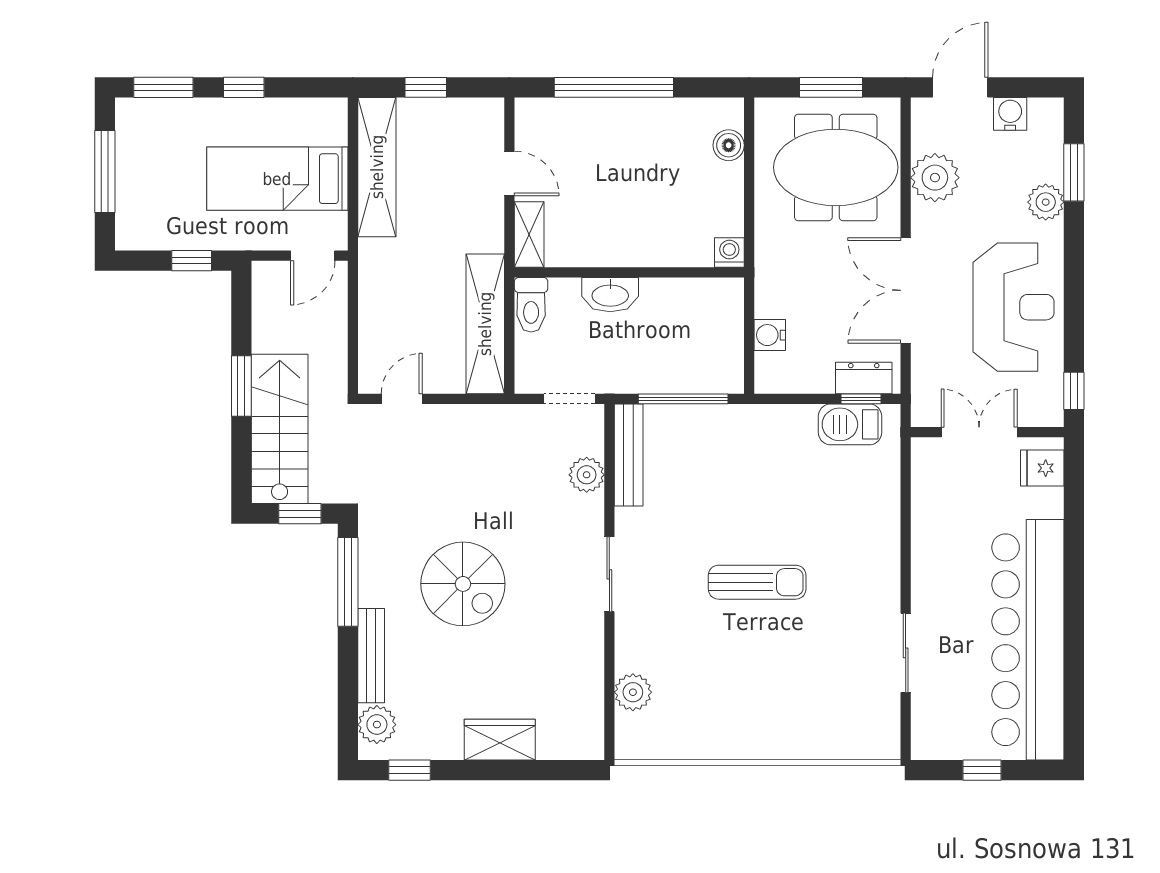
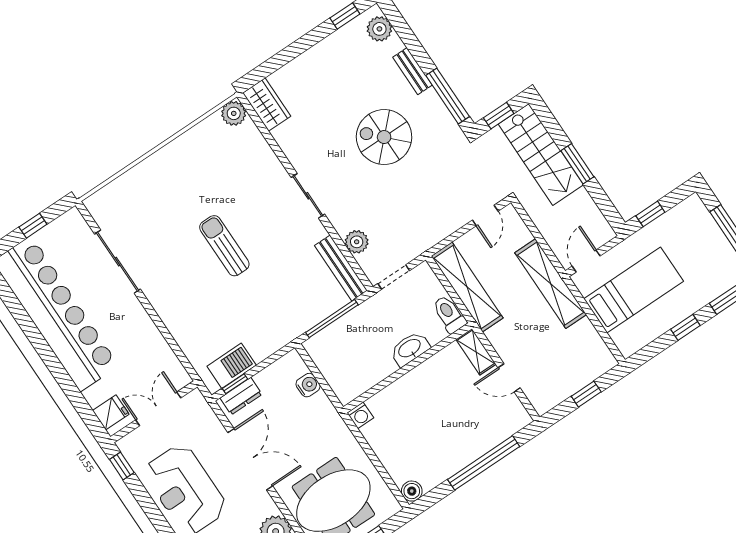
boiler: (729, 145) -> (412, 491), moved
shelving: (377, 167) -> (551, 284), moved
double door: (979, 432) -> (158, 409), swing flipped
sun lounger: (757, 582) -> (224, 246), turned 90
sliding door: (906, 653) -> (118, 262), width x1.37
bench: (371, 656) -> (412, 71), width x0.73
plant: (633, 692) -> (234, 113), moved
wardrobe: (500, 740) -> (267, 105), moved, turned -90

